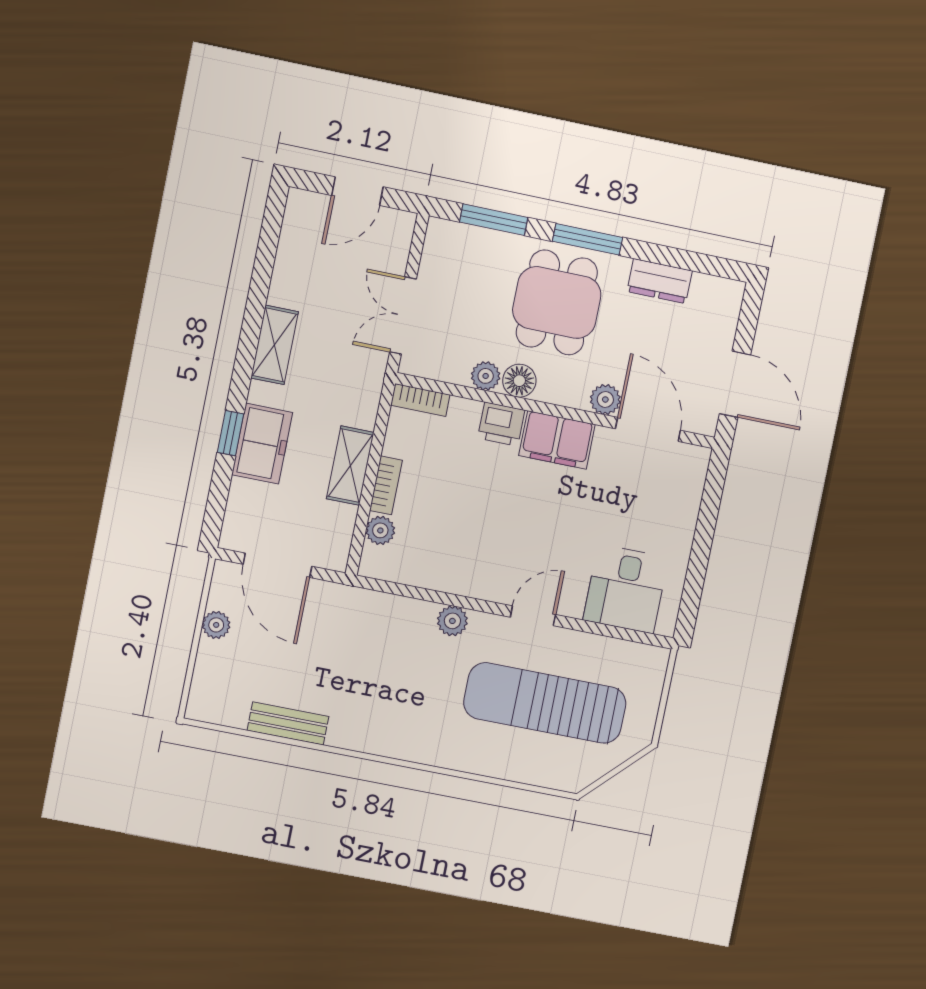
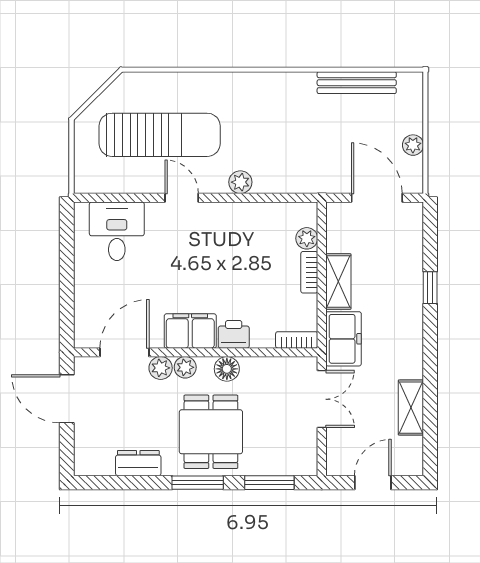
shelving: (274, 345) -> (411, 408), moved
plant: (486, 376) -> (185, 367), moved
door: (648, 429) -> (125, 352), swing flipped
freezer: (262, 444) -> (343, 339), moved, turned 180
door: (533, 616) -> (182, 198), swing flipped
bench: (288, 723) -> (357, 83), width x1.36

